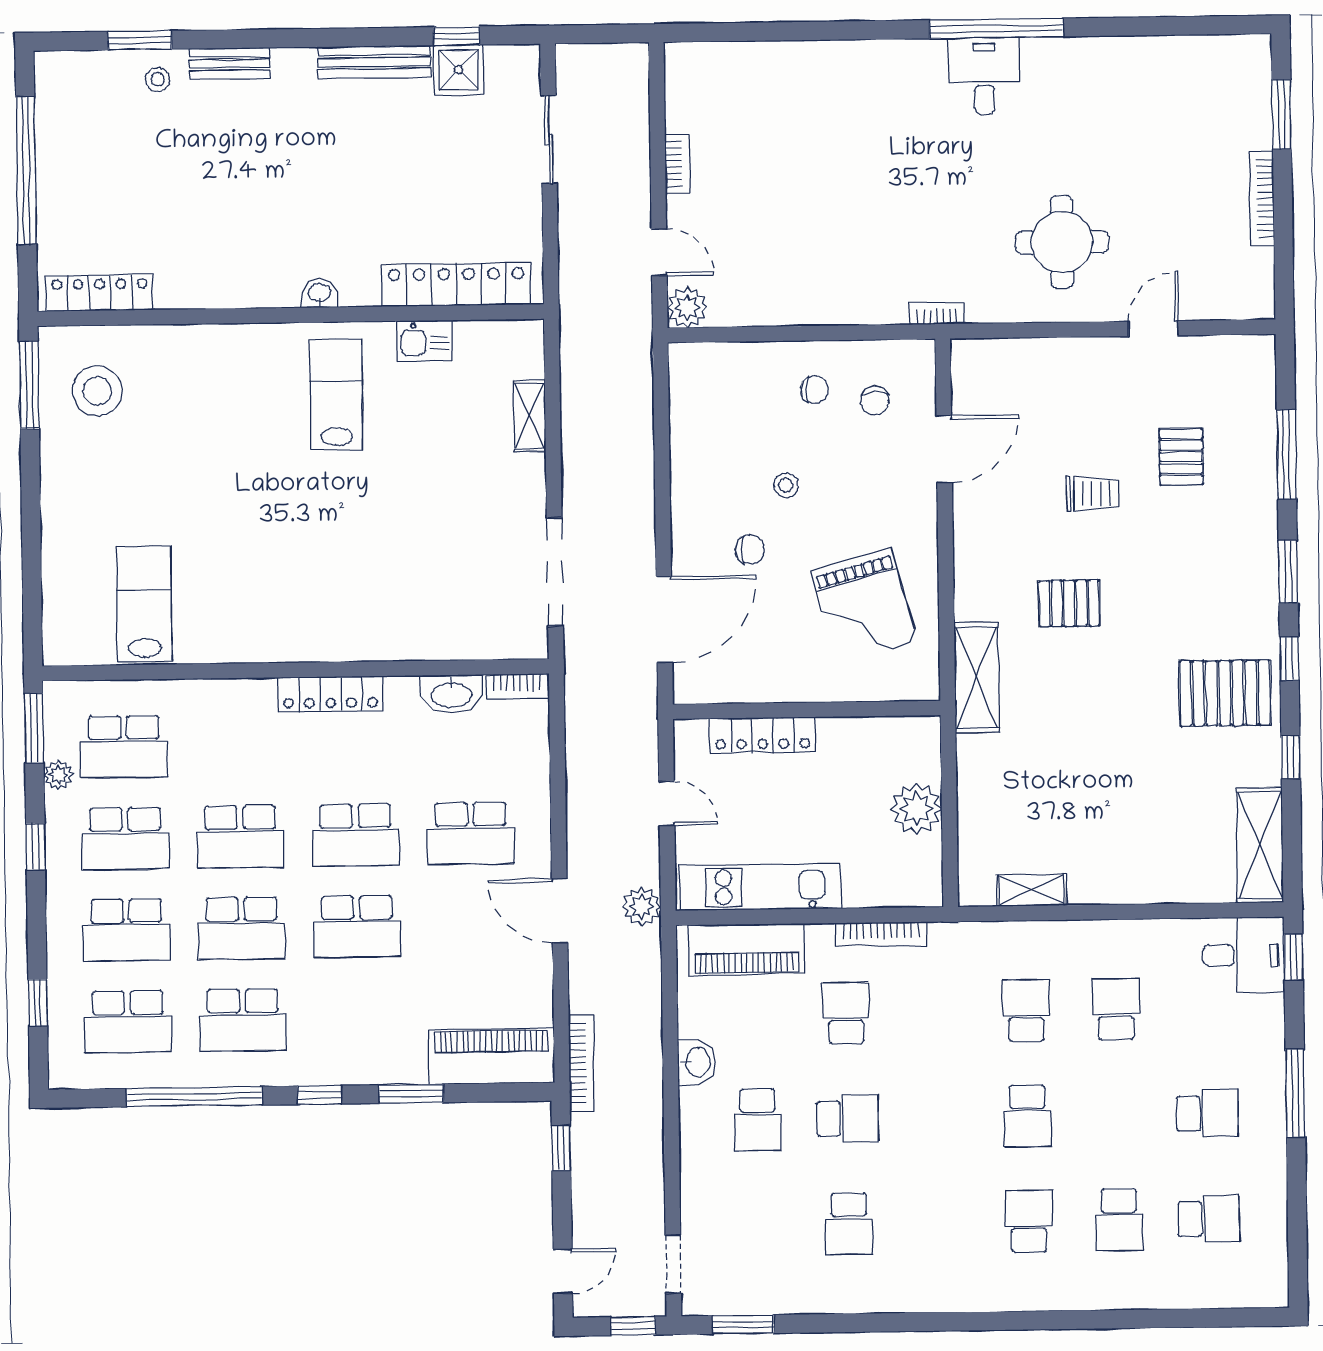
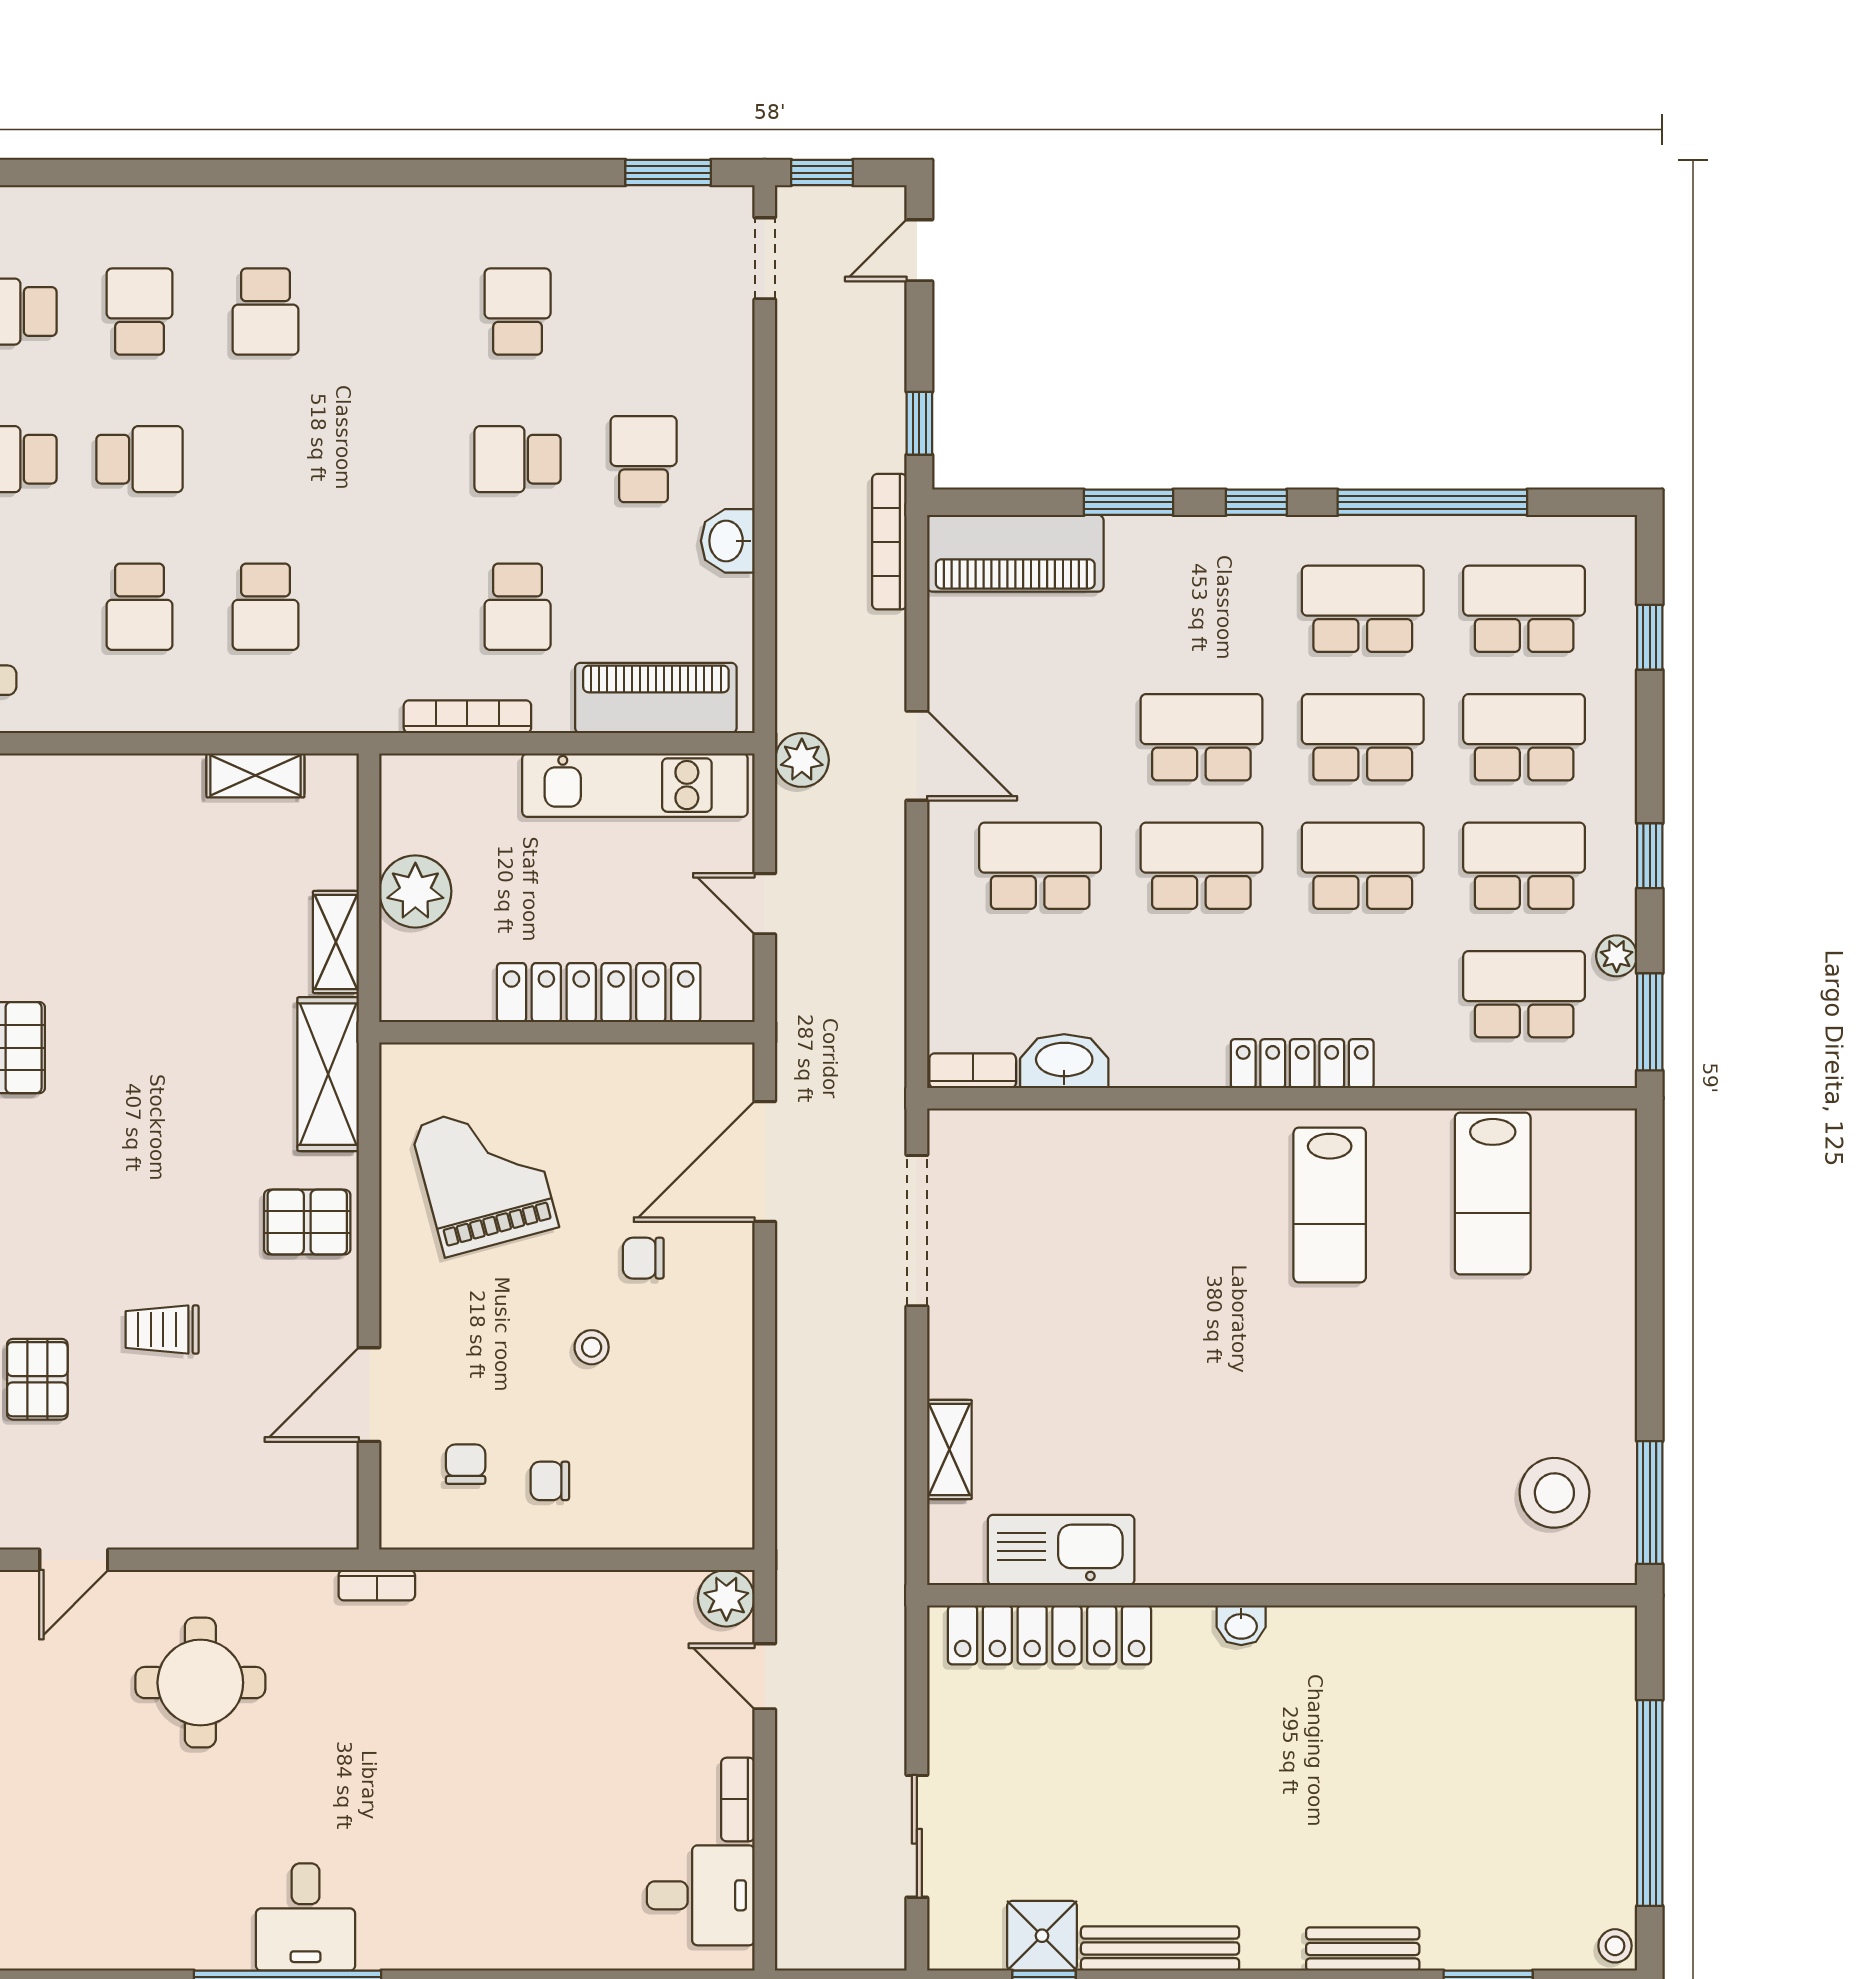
stool: (158, 79) -> (1615, 1946), moved
desk: (703, 95) -> (701, 1895), added
locker: (100, 293) -> (1549, 1630), removed
kitchen sink: (424, 341) -> (1061, 1550), width x1.87, depth x1.24
lab bench: (336, 395) -> (1330, 1205), moved
pallet: (1069, 603) -> (307, 1222), moved
locker: (330, 694) -> (1302, 1064), moved
locker: (763, 735) -> (599, 993), width x1.41, depth x1.21
shelving: (972, 772) -> (336, 942), added
school desk: (1027, 1116) -> (139, 459), moved, turned 90

